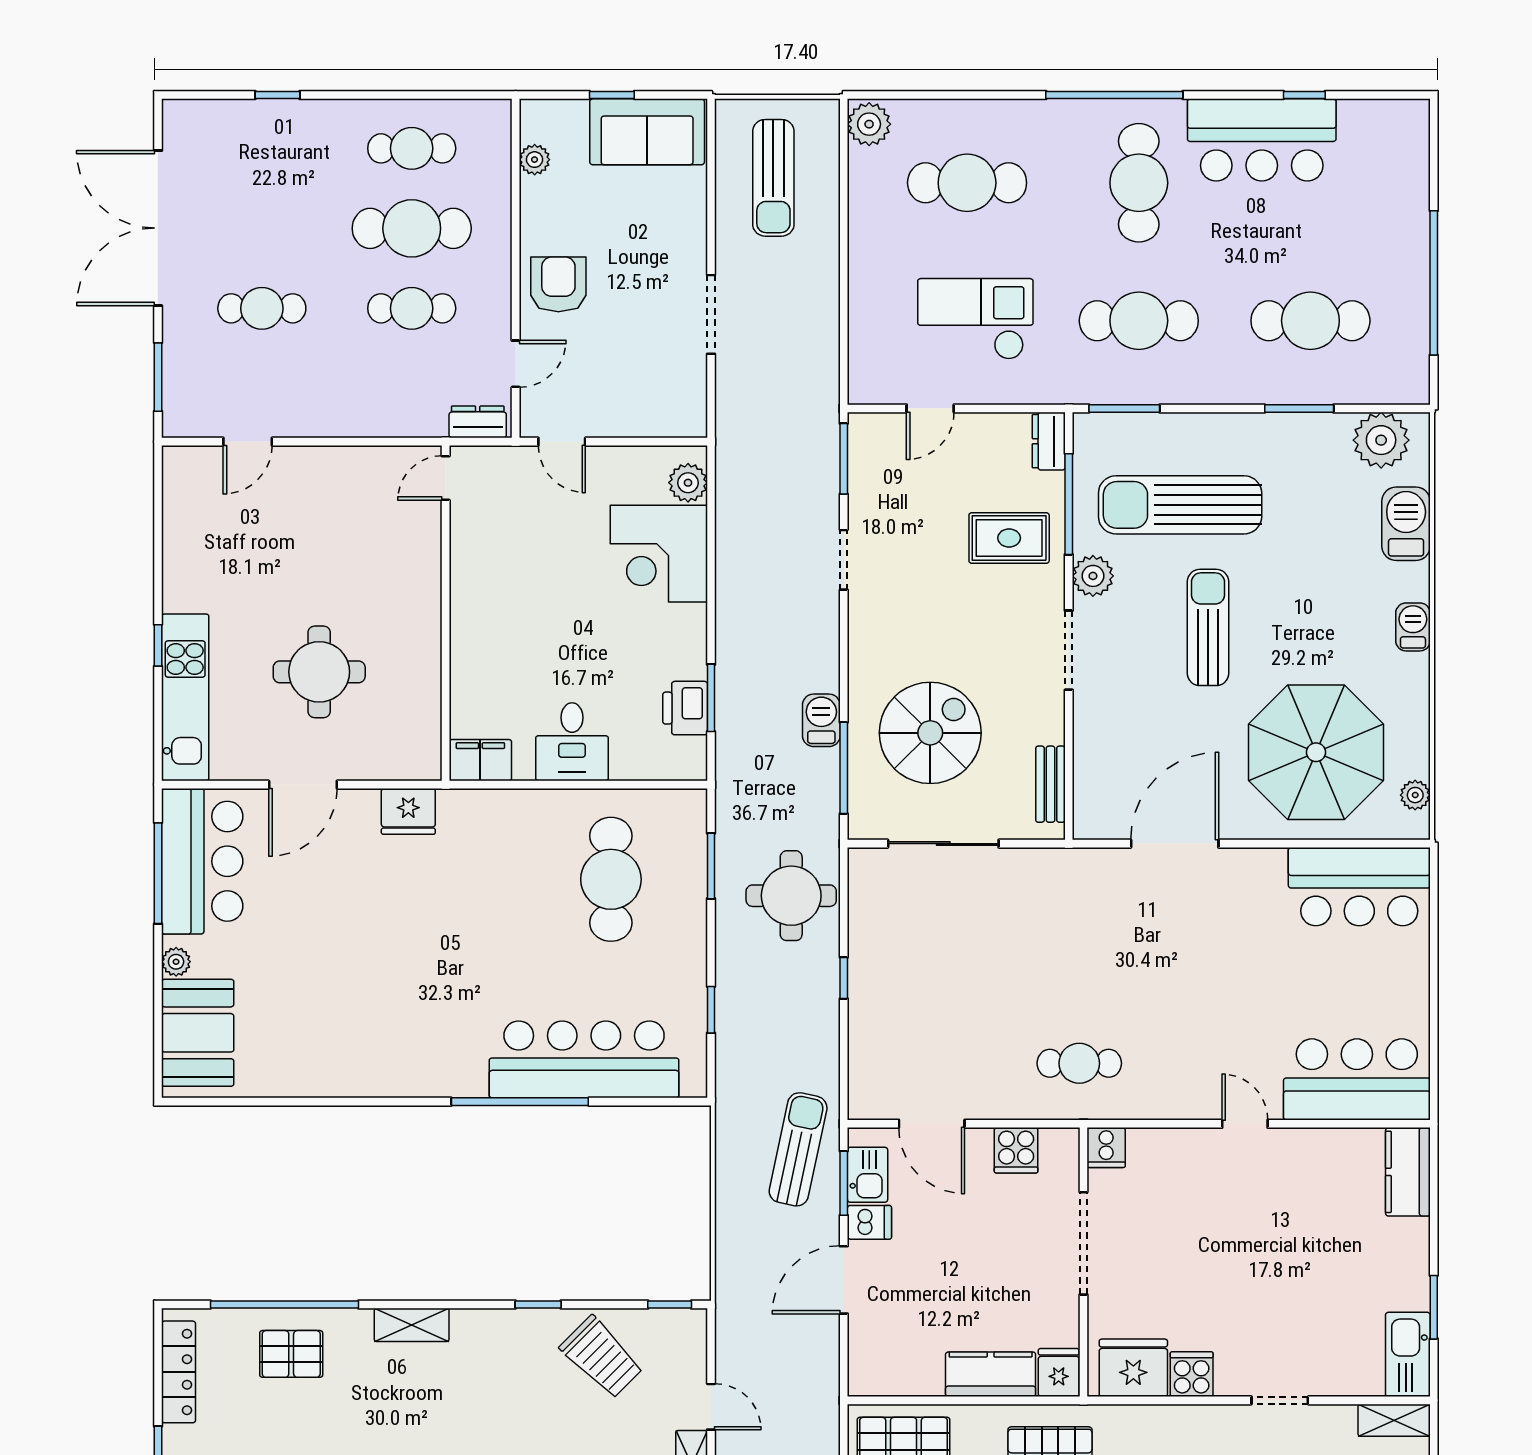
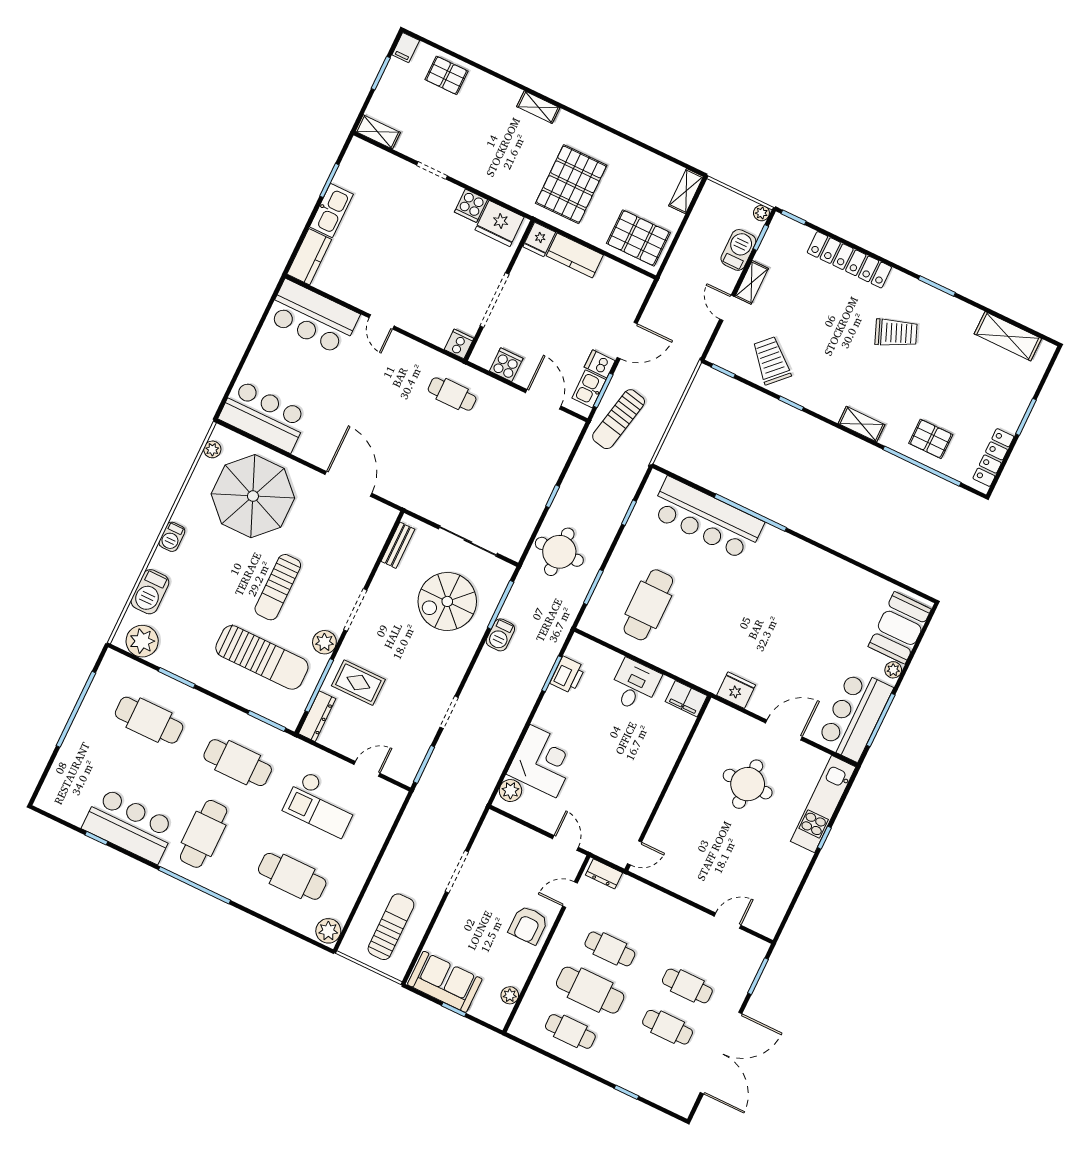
cafe table: (262, 228) -> (668, 1027), added
dresser: (1049, 441) -> (317, 716), width x1.44
door: (1175, 844) -> (348, 484), swing flipped
kitchen sink: (1408, 1354) -> (331, 211), moved

